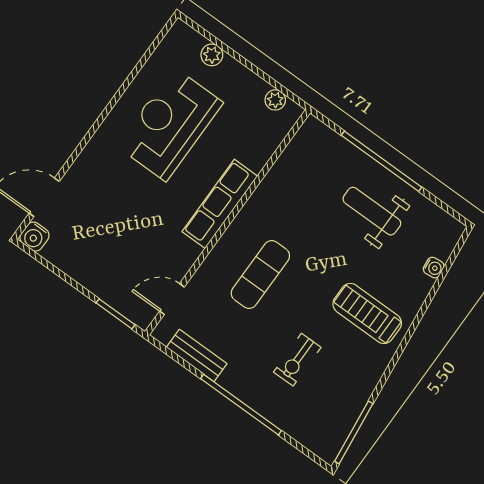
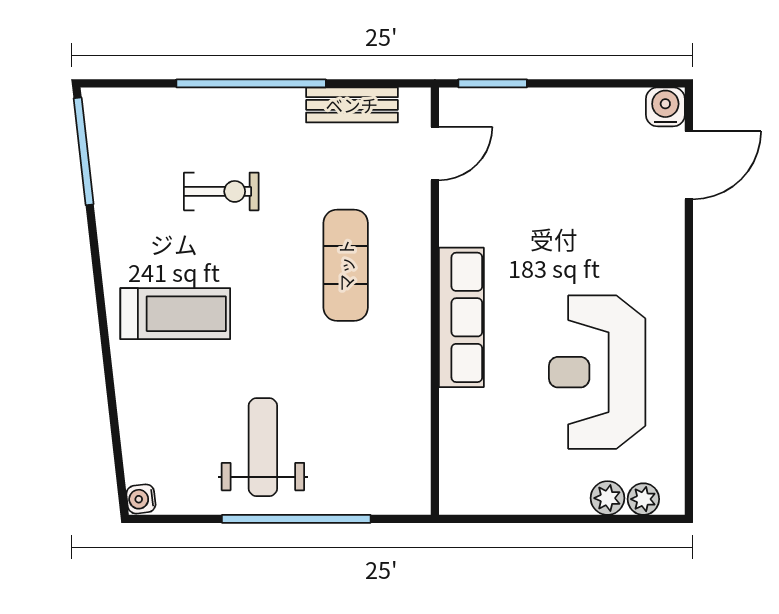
plant: (275, 100) -> (643, 499), moved
reception desk: (170, 124) -> (597, 372), turned 180
weight bench: (372, 211) -> (263, 447), turned -90
water cooler: (434, 268) -> (141, 499), moved
exercise bike: (297, 360) -> (221, 191), turned 90

